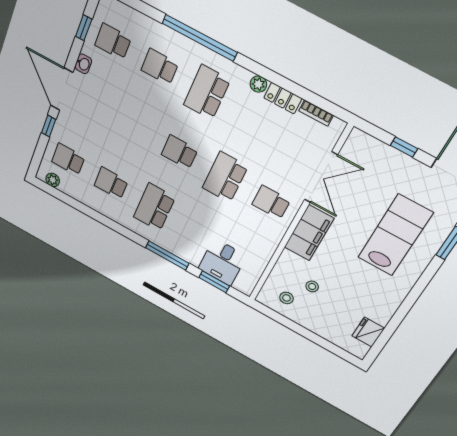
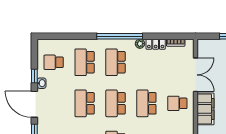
window: (84, 28) -> (34, 76), moved
window: (200, 38) -> (120, 36), moved
school desk: (160, 67) -> (85, 62), width x1.85
school desk: (134, 127) -> (85, 103), added
school desk: (179, 152) -> (116, 103), width x1.85

